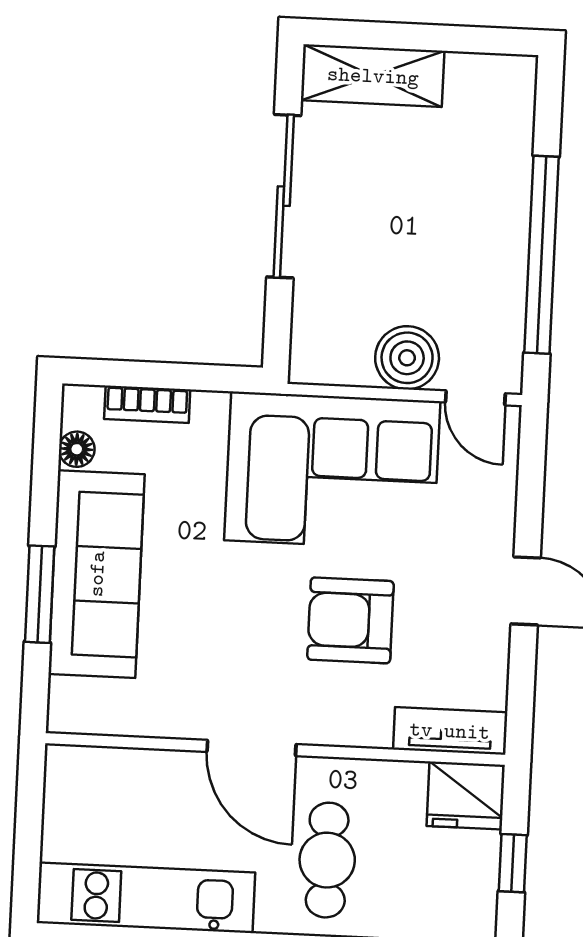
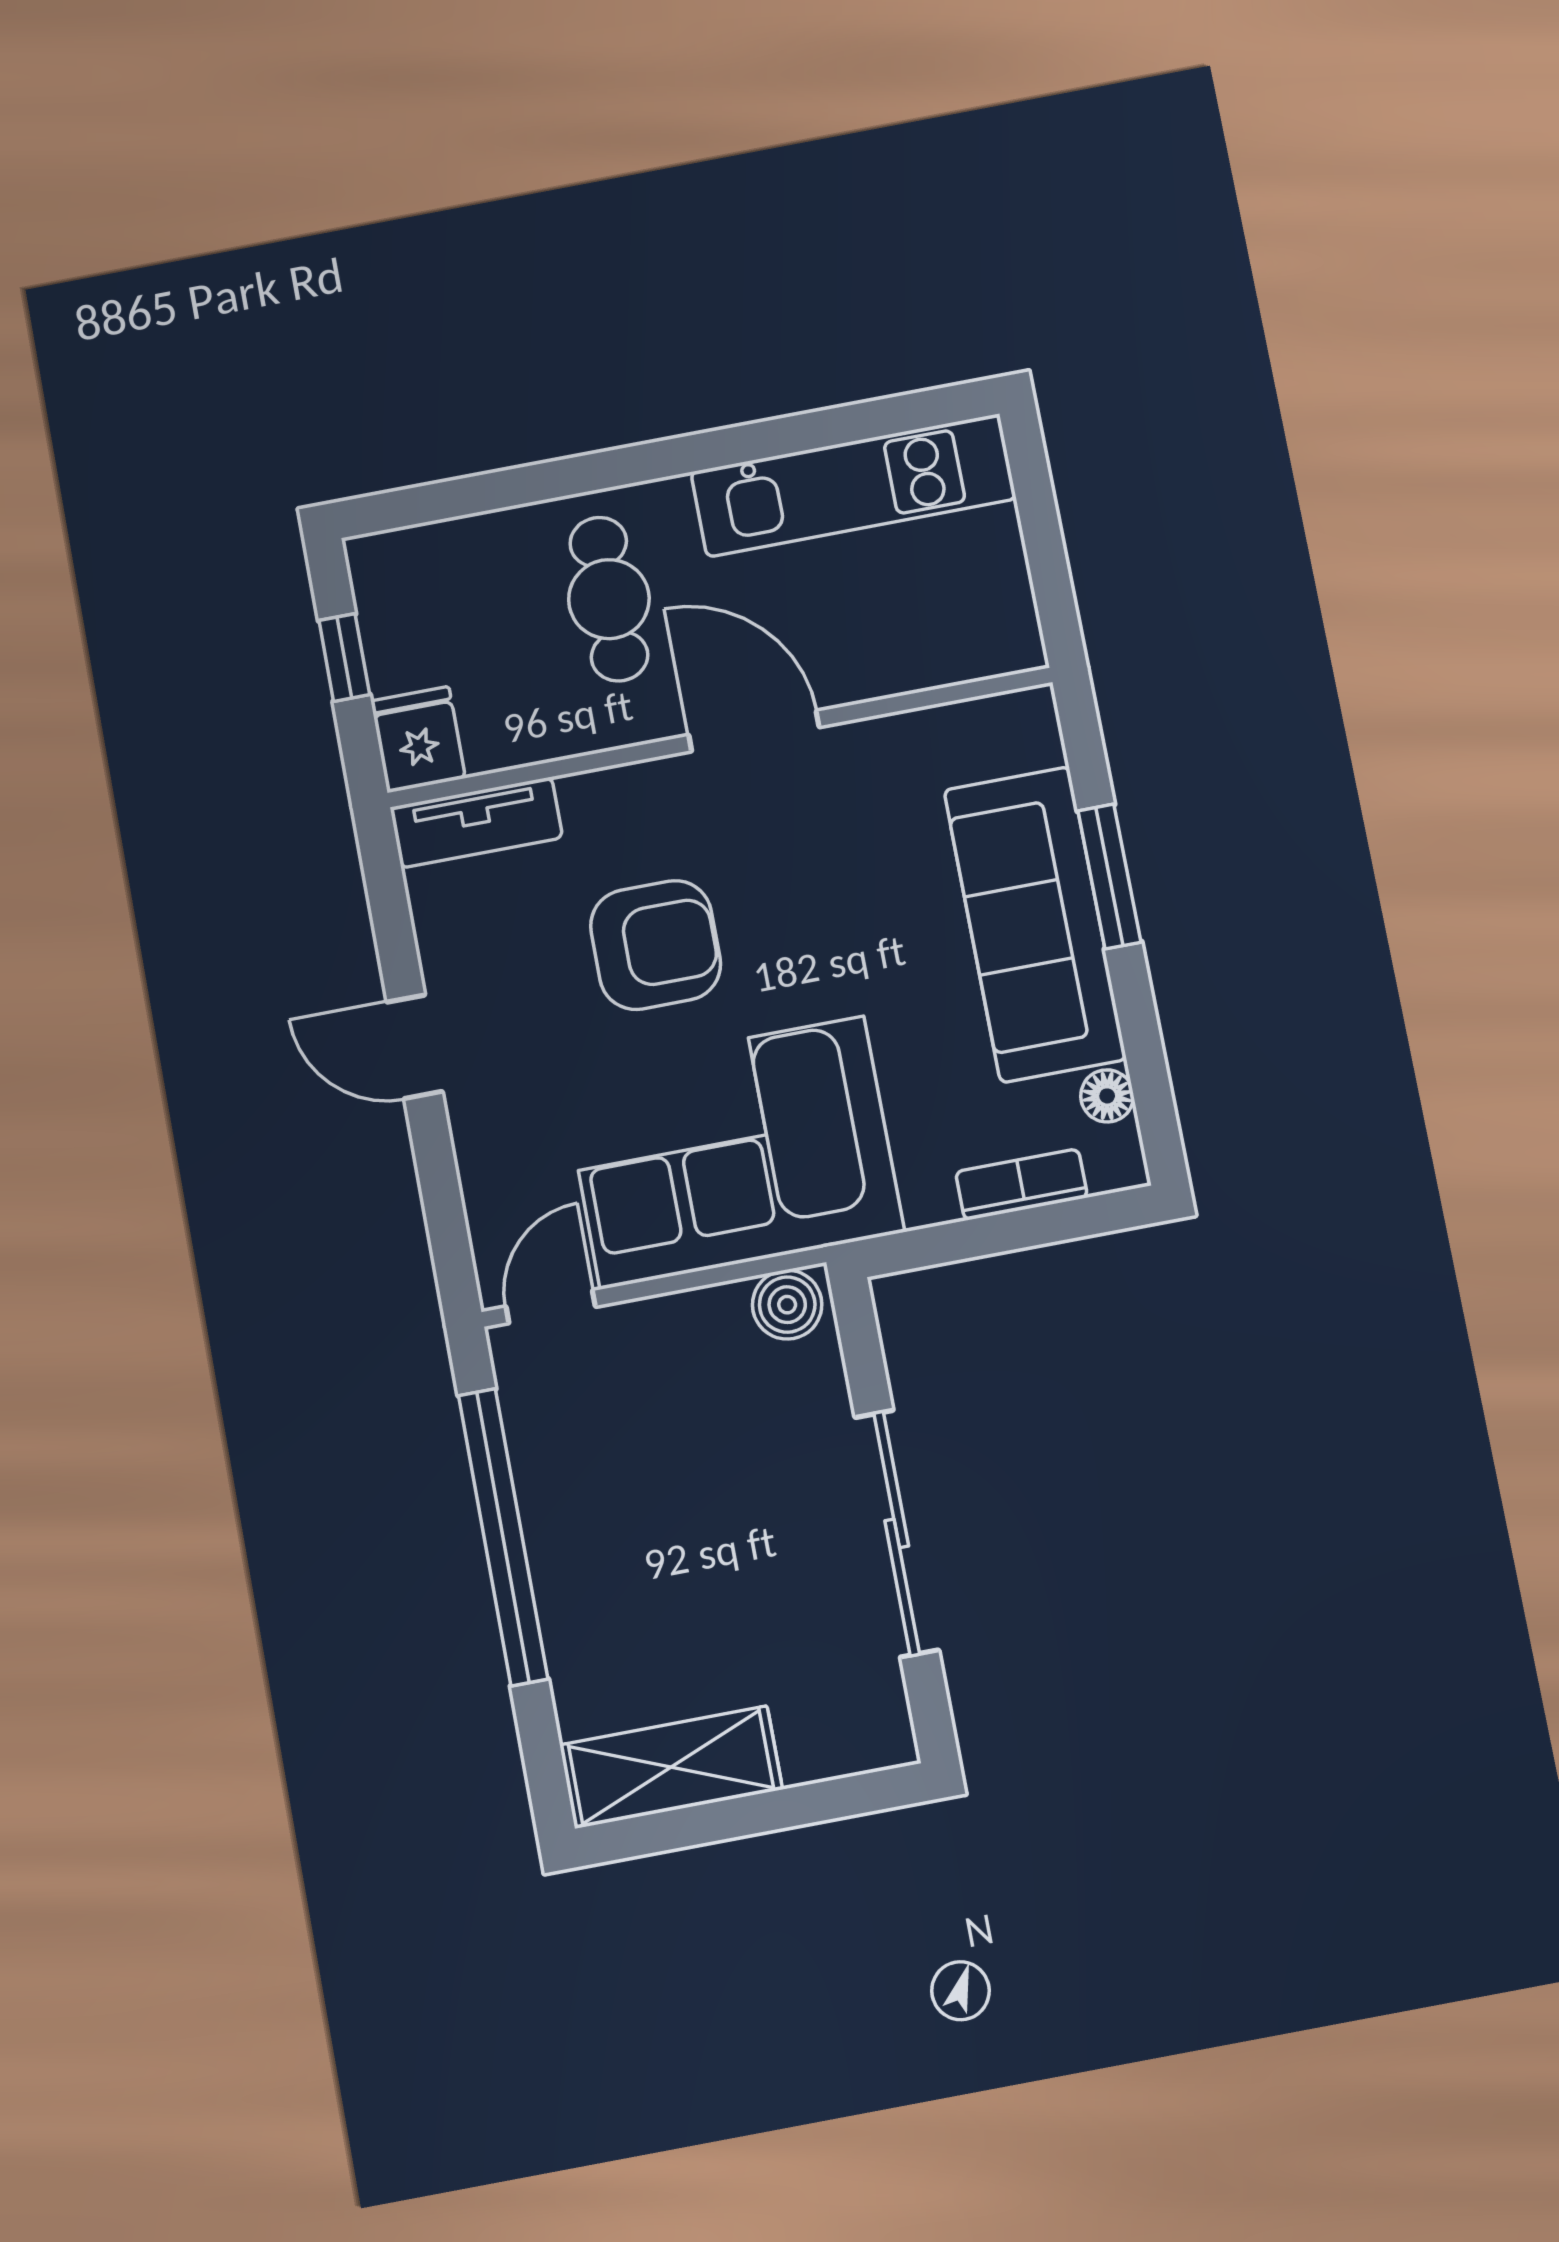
shelving: (373, 76) -> (671, 1767), moved
boiler: (407, 358) -> (787, 1305), moved, width x0.73, depth x0.73
door: (475, 398) -> (551, 1307), hinge flipped
fridge: (466, 795) -> (418, 739), width x0.72

